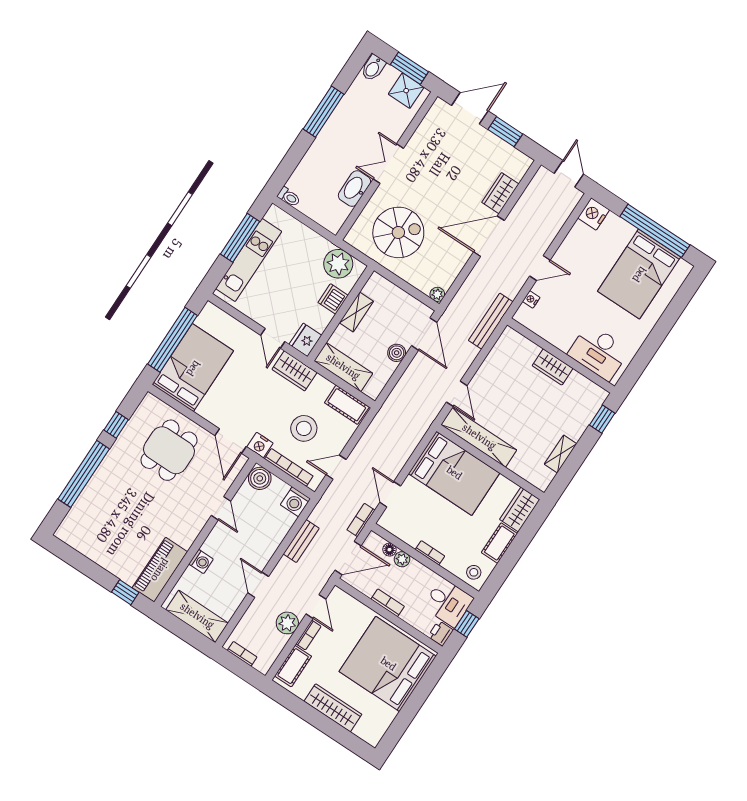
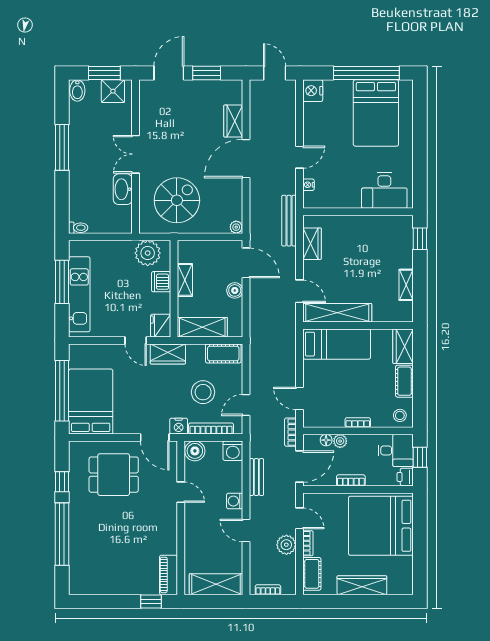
wardrobe: (553, 367) -> (312, 244), moved, turned -90
dining table: (169, 450) -> (114, 475), turned 90
bed: (454, 473) -> (337, 344), width x0.67
washing machine: (201, 561) -> (235, 501), moved, turned 180
piano: (160, 570) -> (169, 575), width x0.73, depth x0.75

